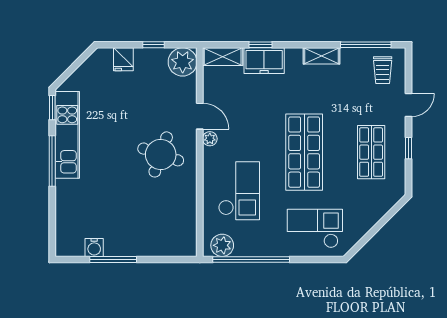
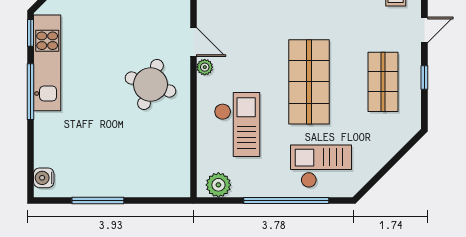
water cooler: (94, 247) -> (44, 178), moved, turned 90
window: (251, 259) -> (286, 200), moved

